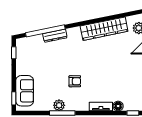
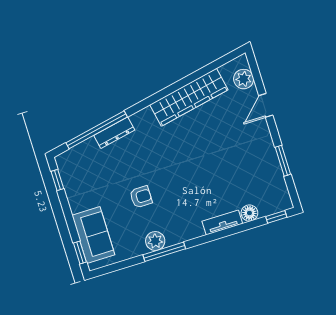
armchair: (75, 81) -> (141, 197), moved

